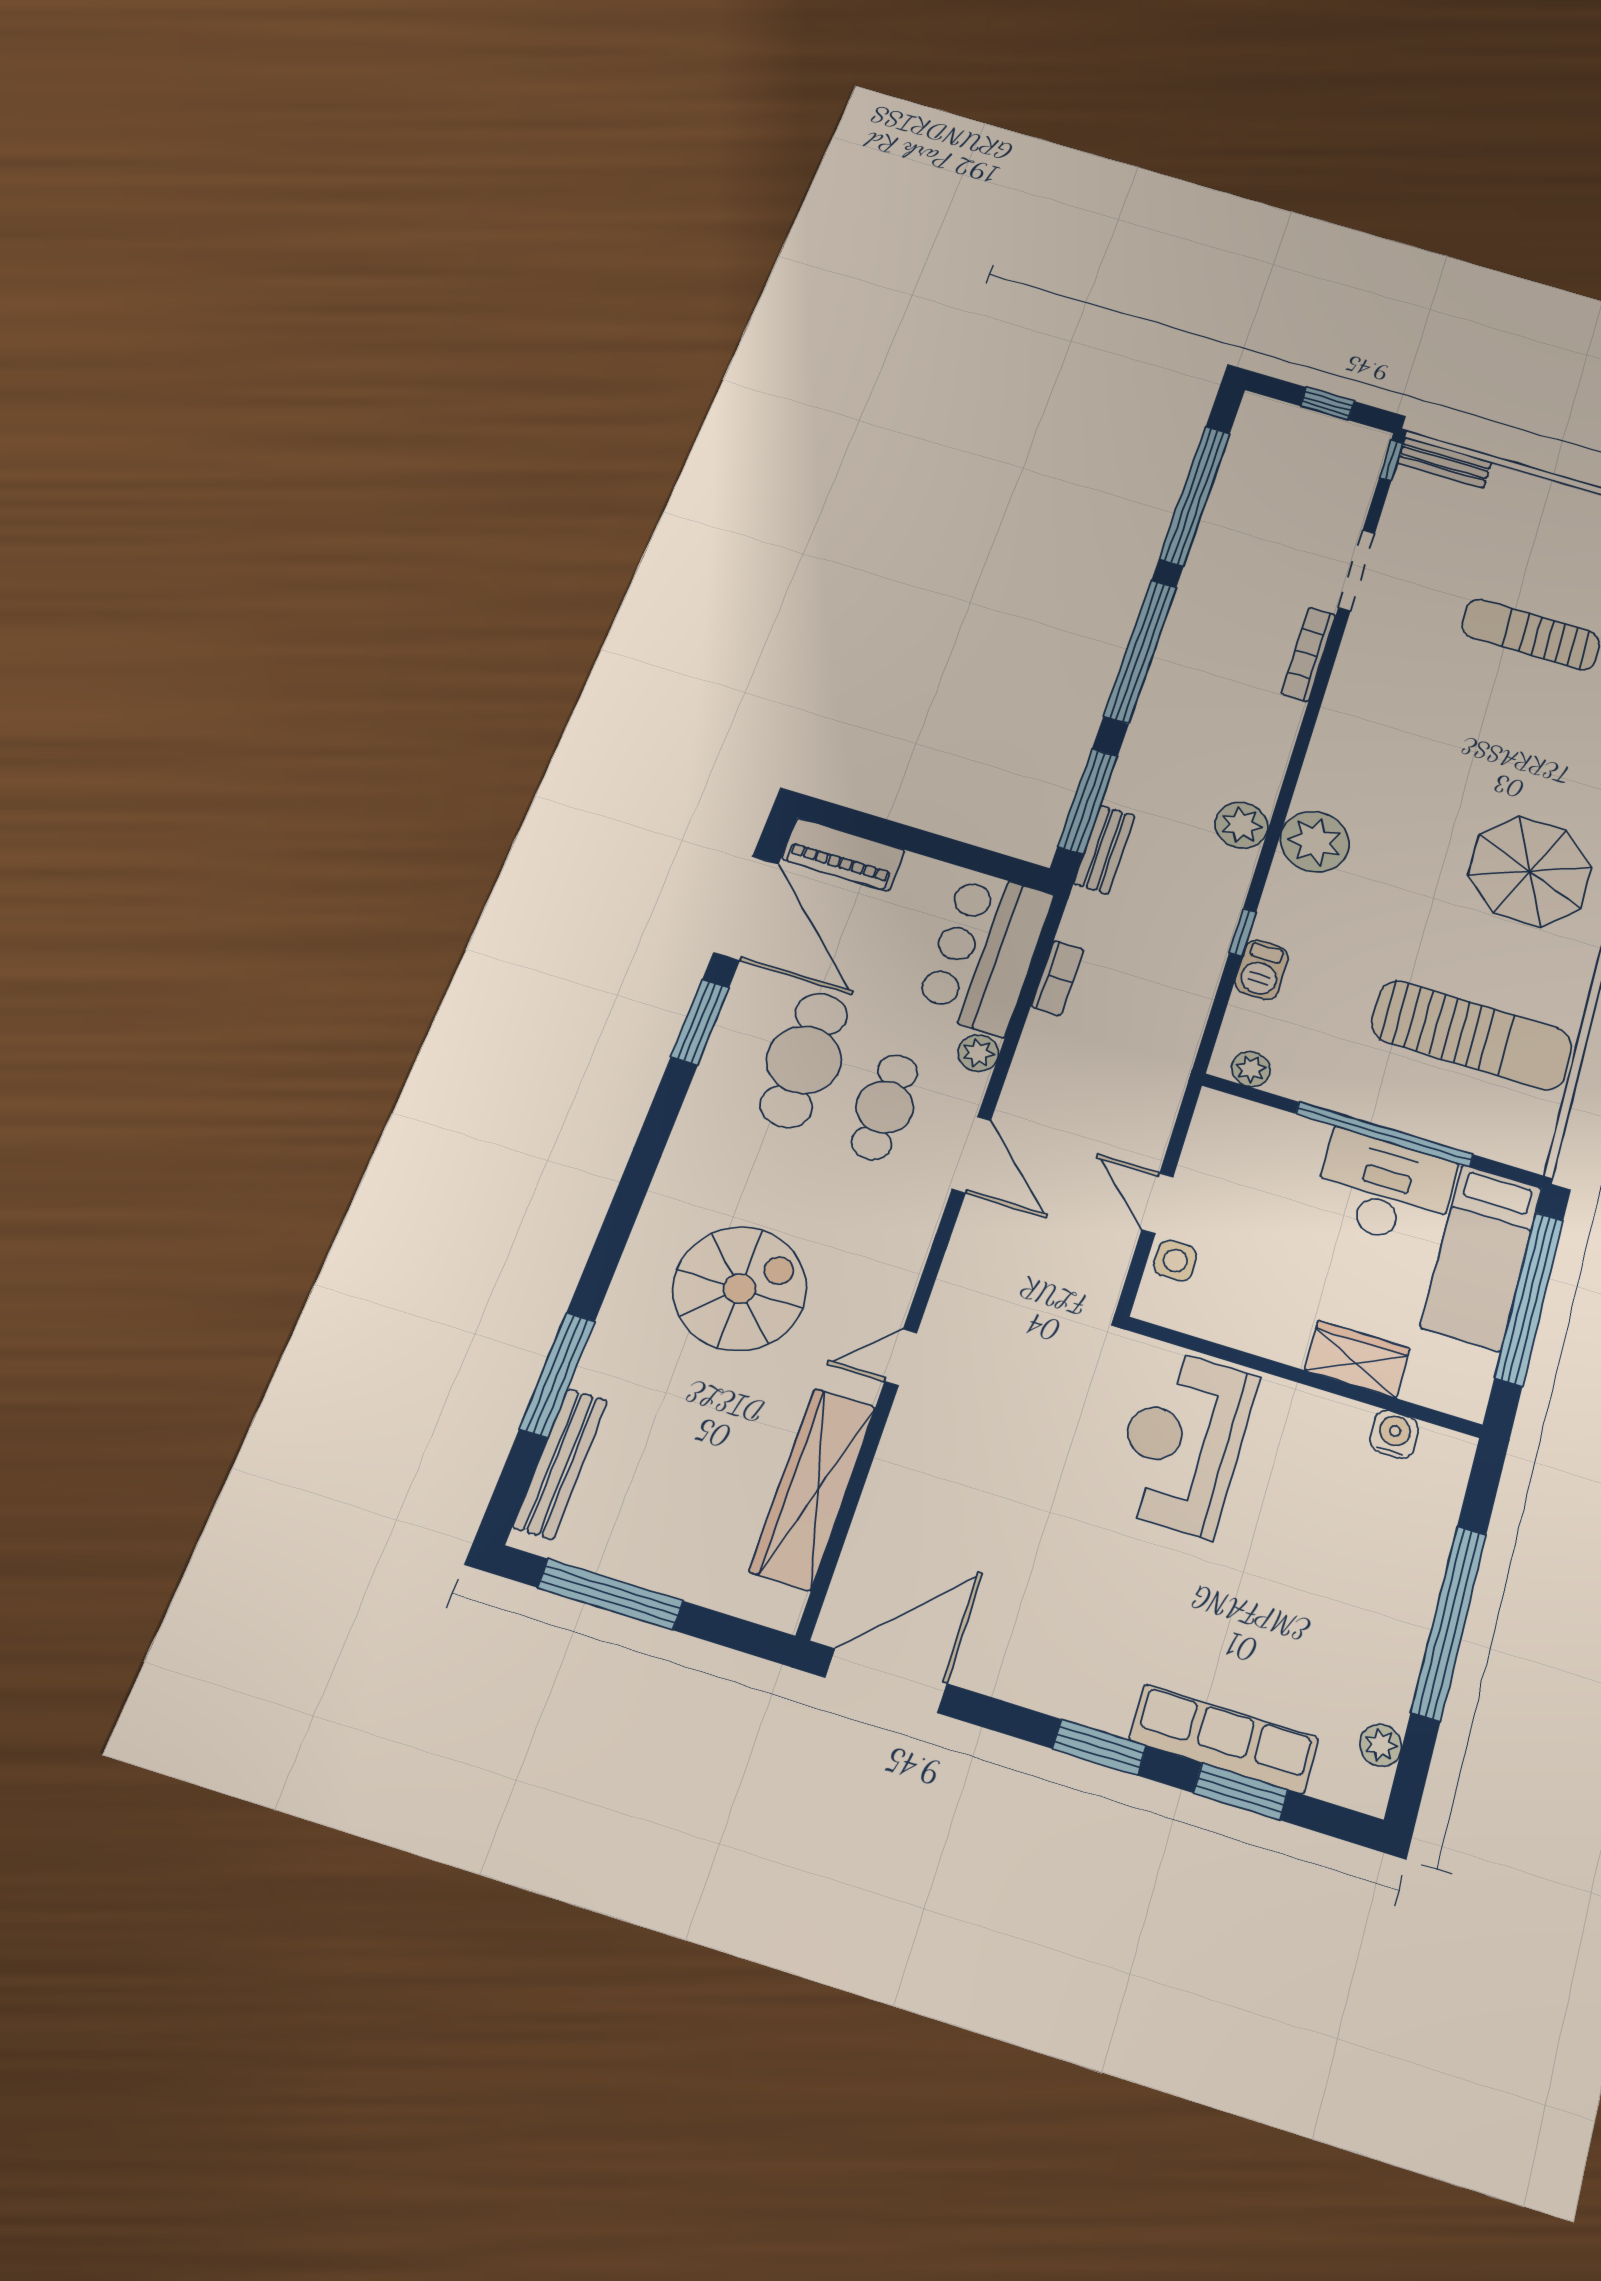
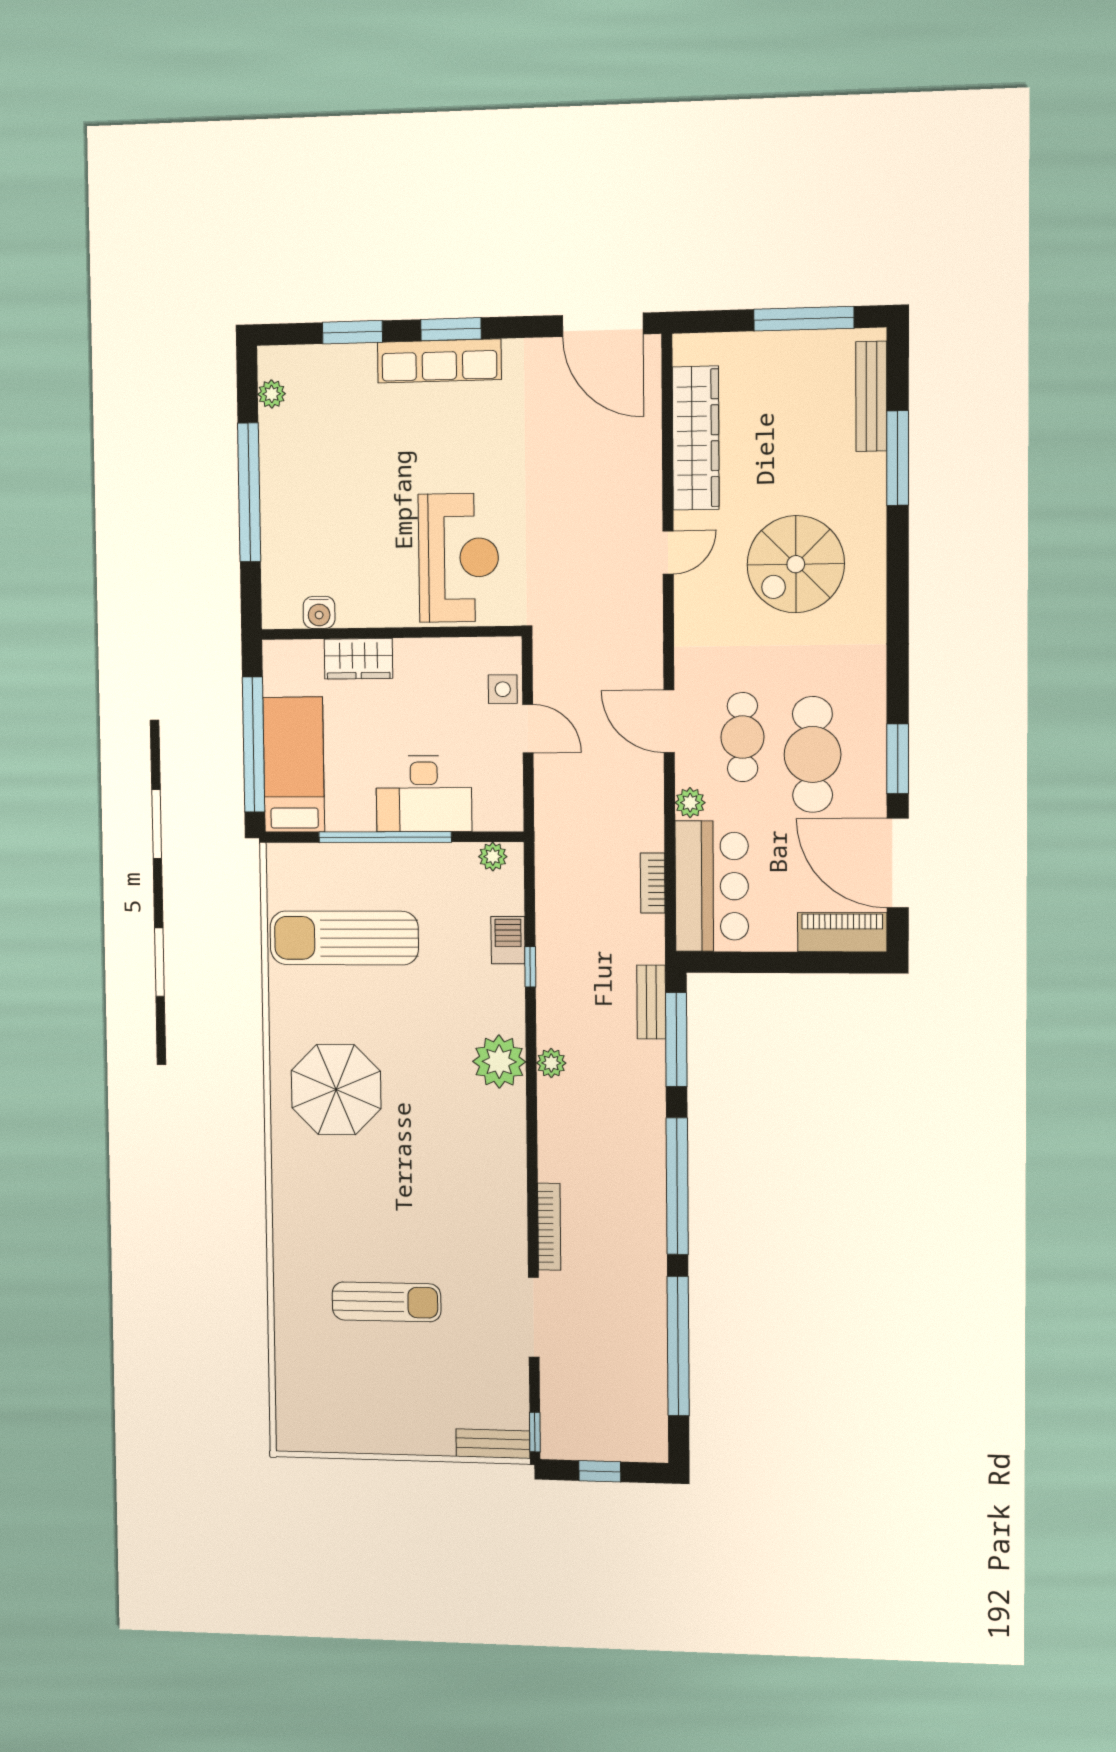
plant: (1242, 825) -> (551, 1063), width x0.73, depth x0.73
desk: (1384, 1189) -> (424, 794), moved
door: (886, 1681) -> (603, 325), hinge flipped
row of seats: (1224, 1739) -> (439, 361), moved

